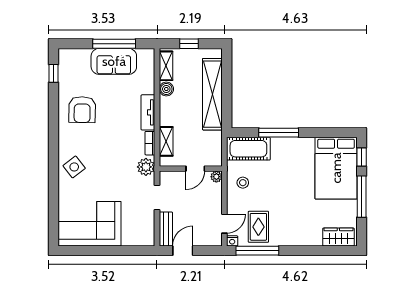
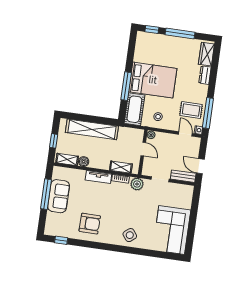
bed: (336, 168) -> (153, 80), moved
dresser: (309, 239) -> (205, 75), added

